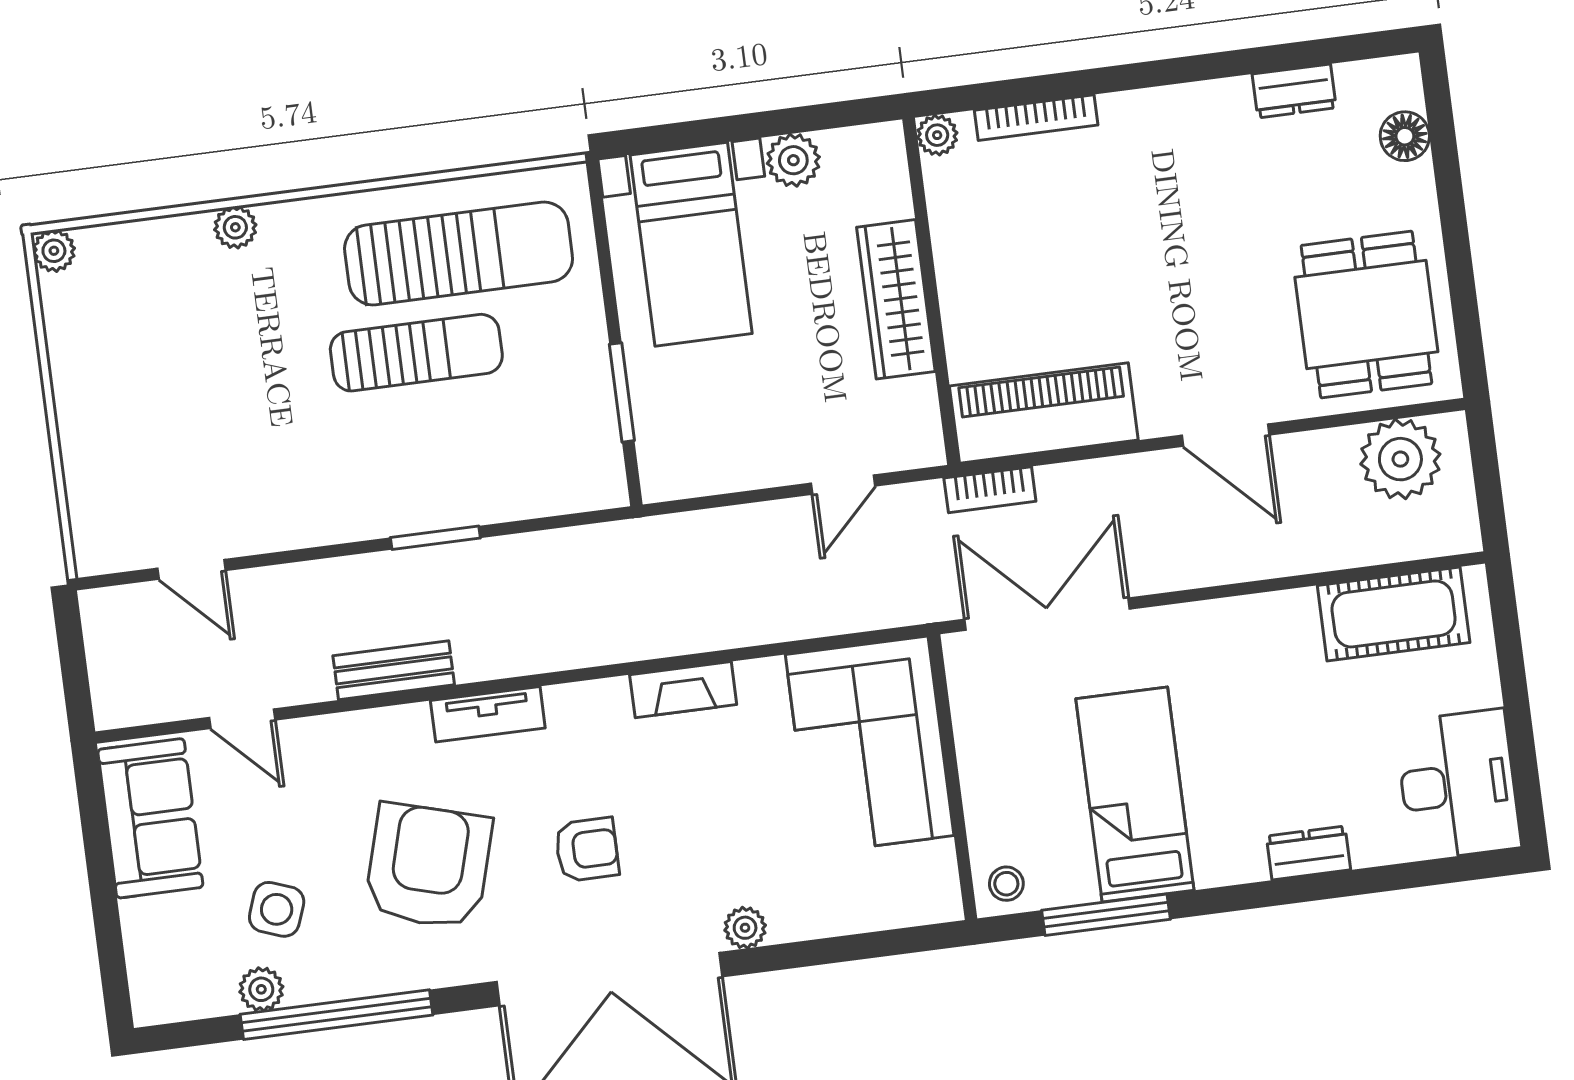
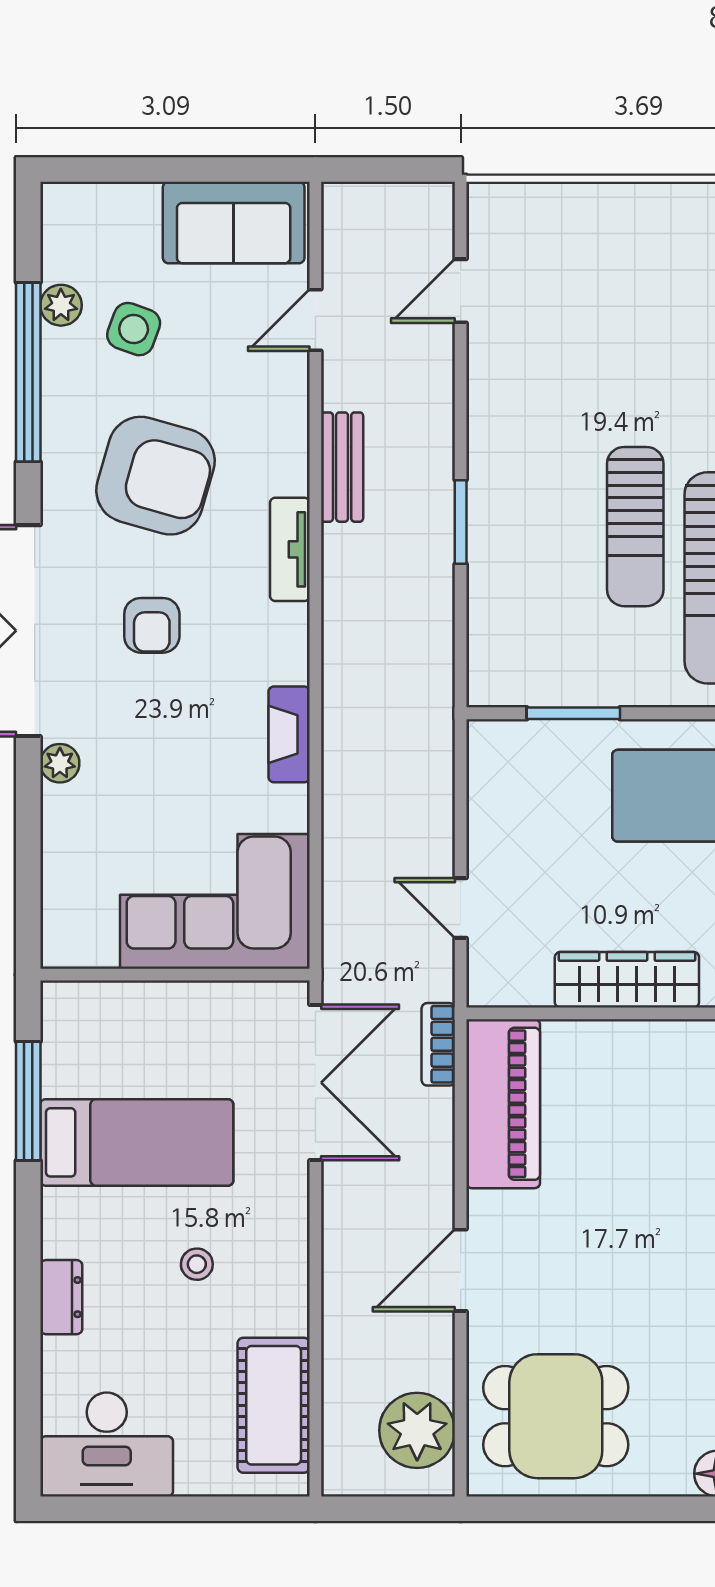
stool: (1006, 884) -> (197, 1264), moved

